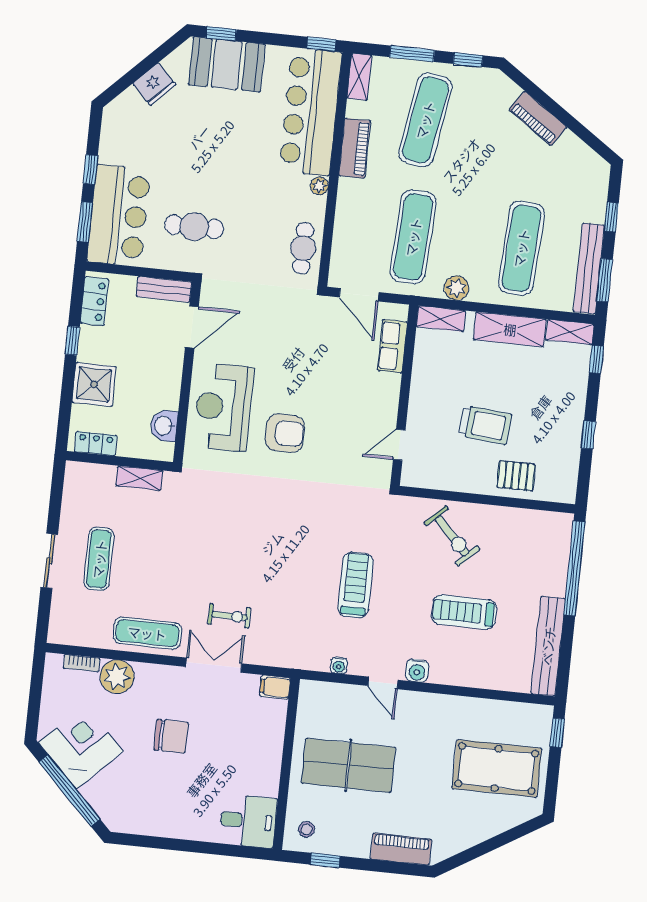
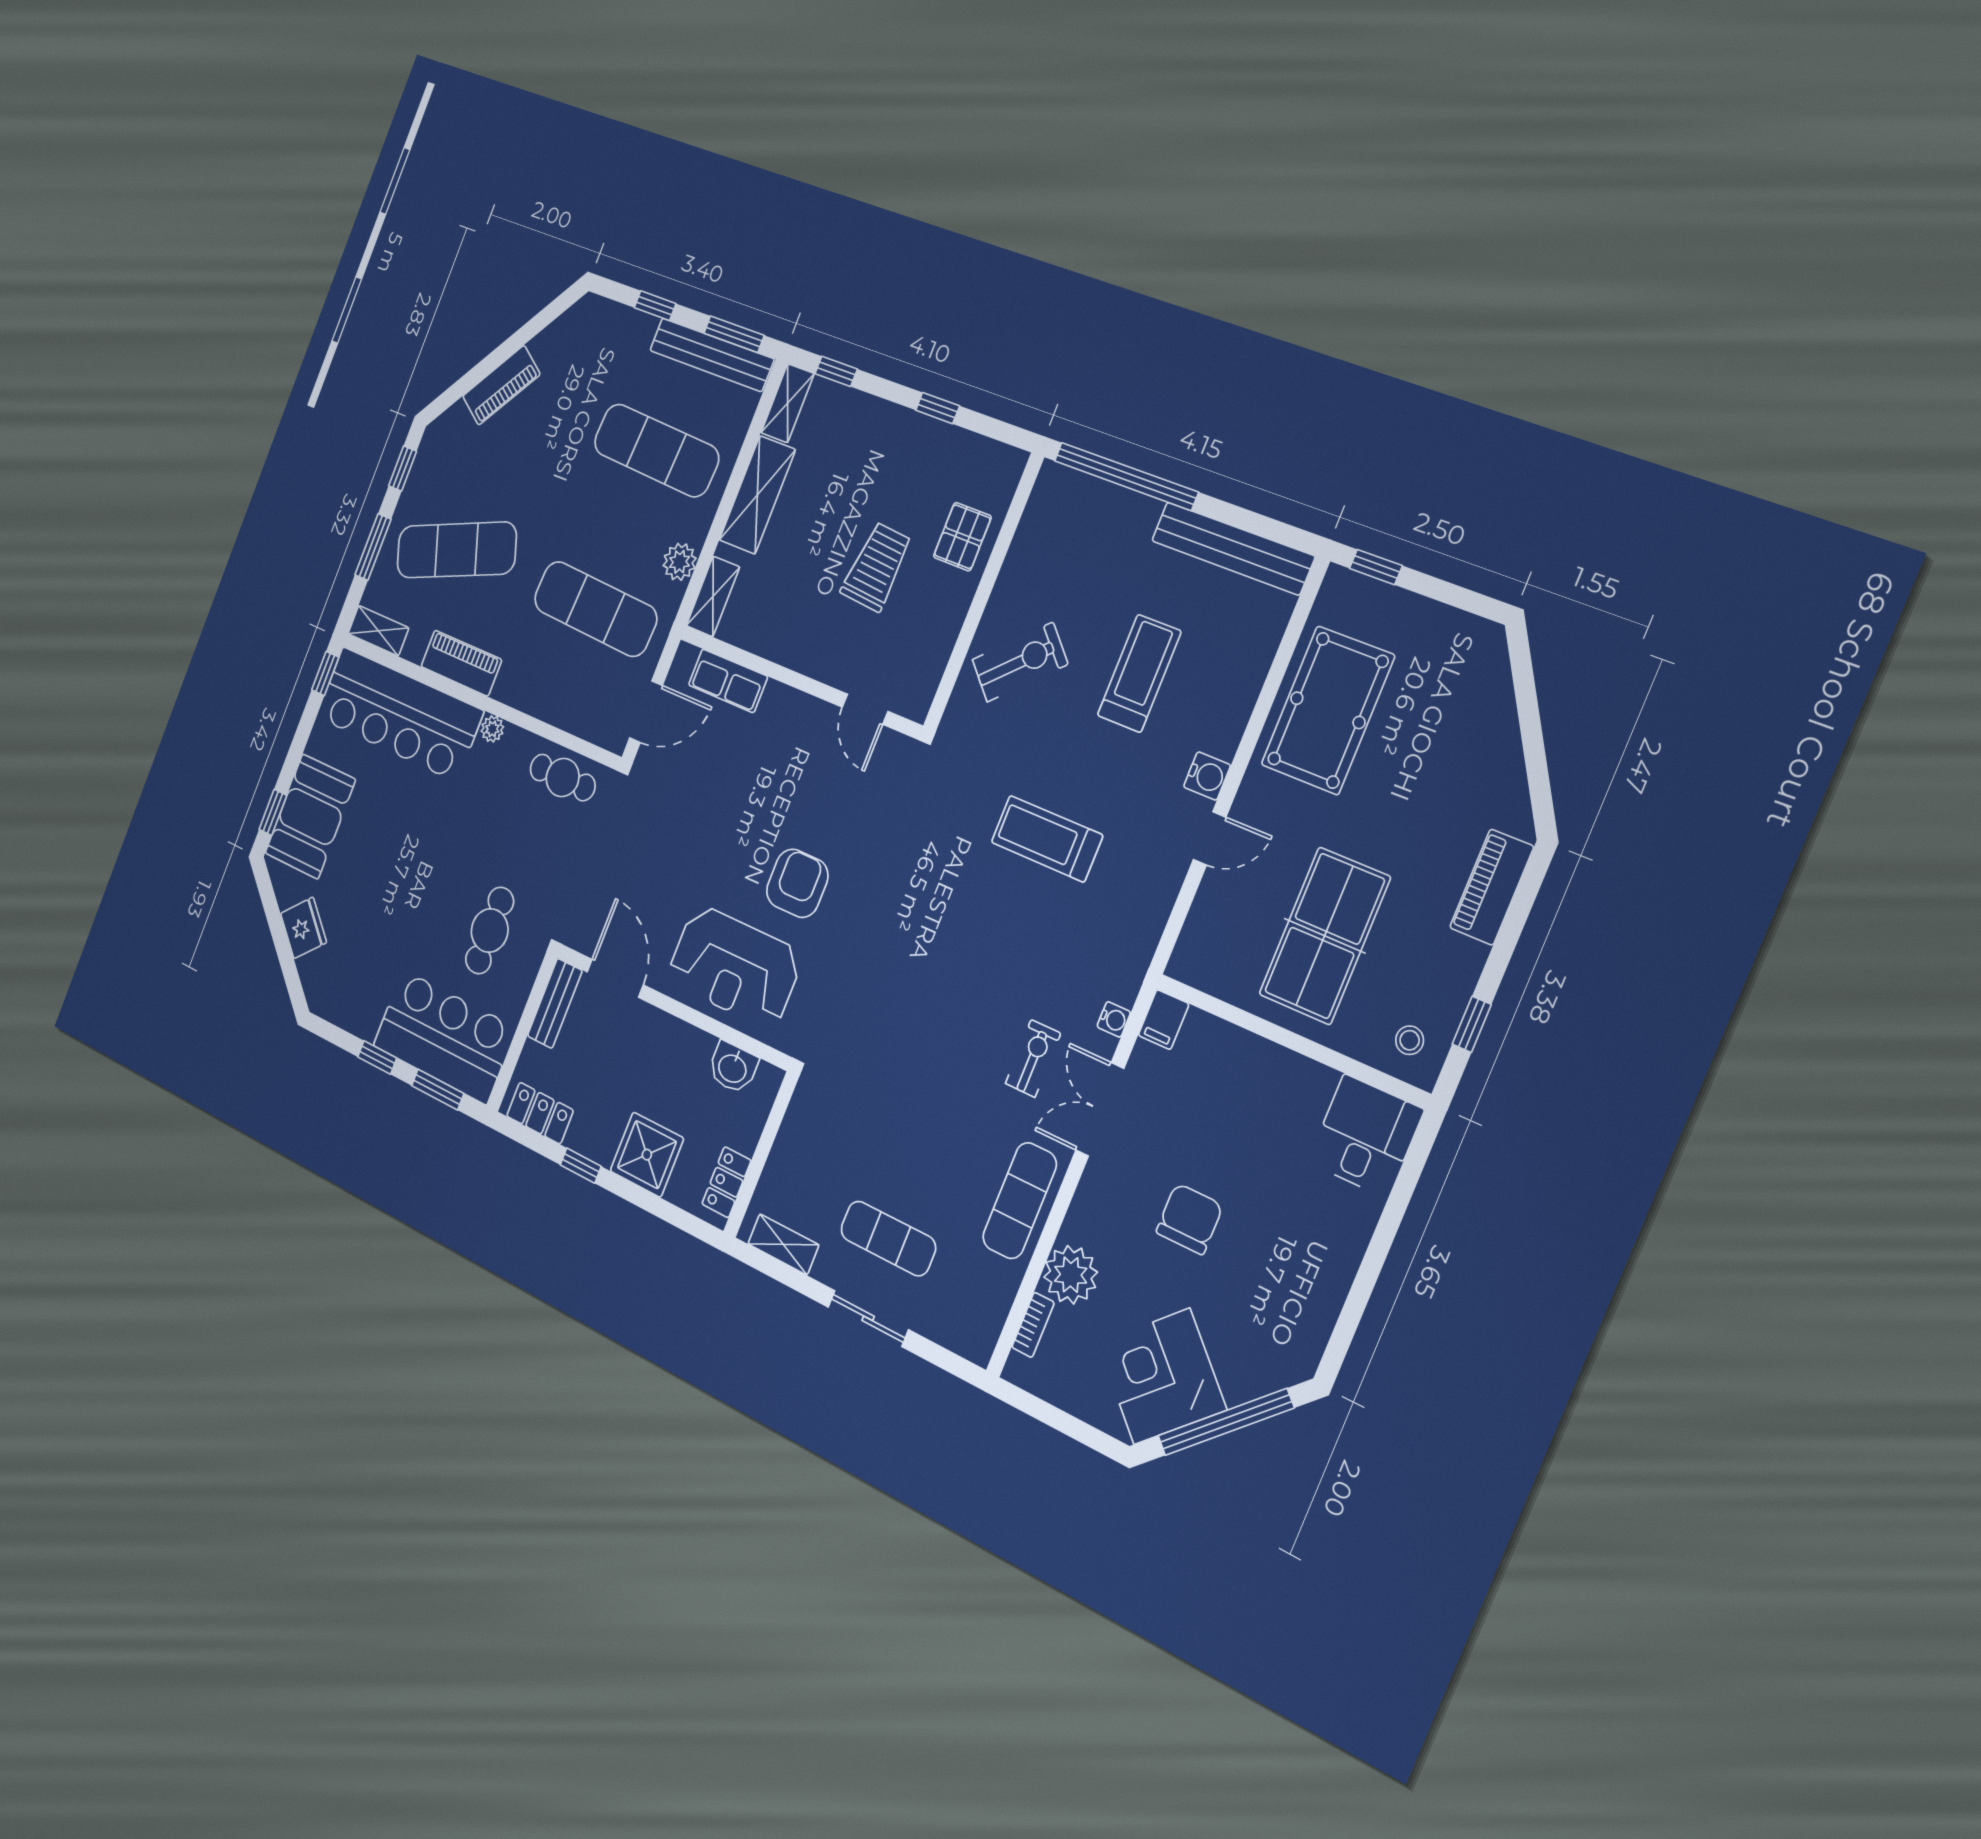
exercise mat: (425, 120) -> (456, 550), turned -30
shelving: (139, 478) -> (783, 1244), moved, turned 90
treadmill: (464, 612) -> (1139, 673), turned 180
water cooler: (339, 665) -> (1114, 1019), moved
pool table: (497, 768) -> (1328, 710), moved

